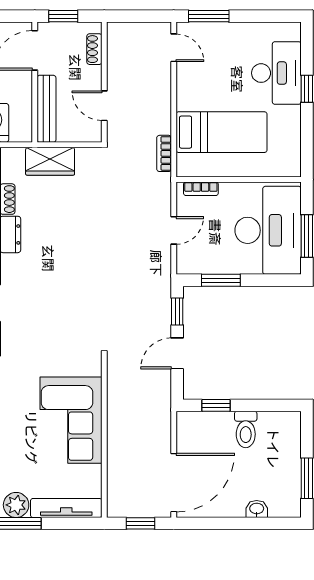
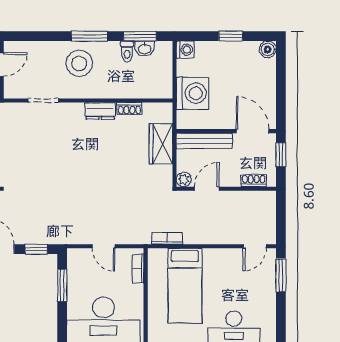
plant: (93, 133) -> (184, 179), added

